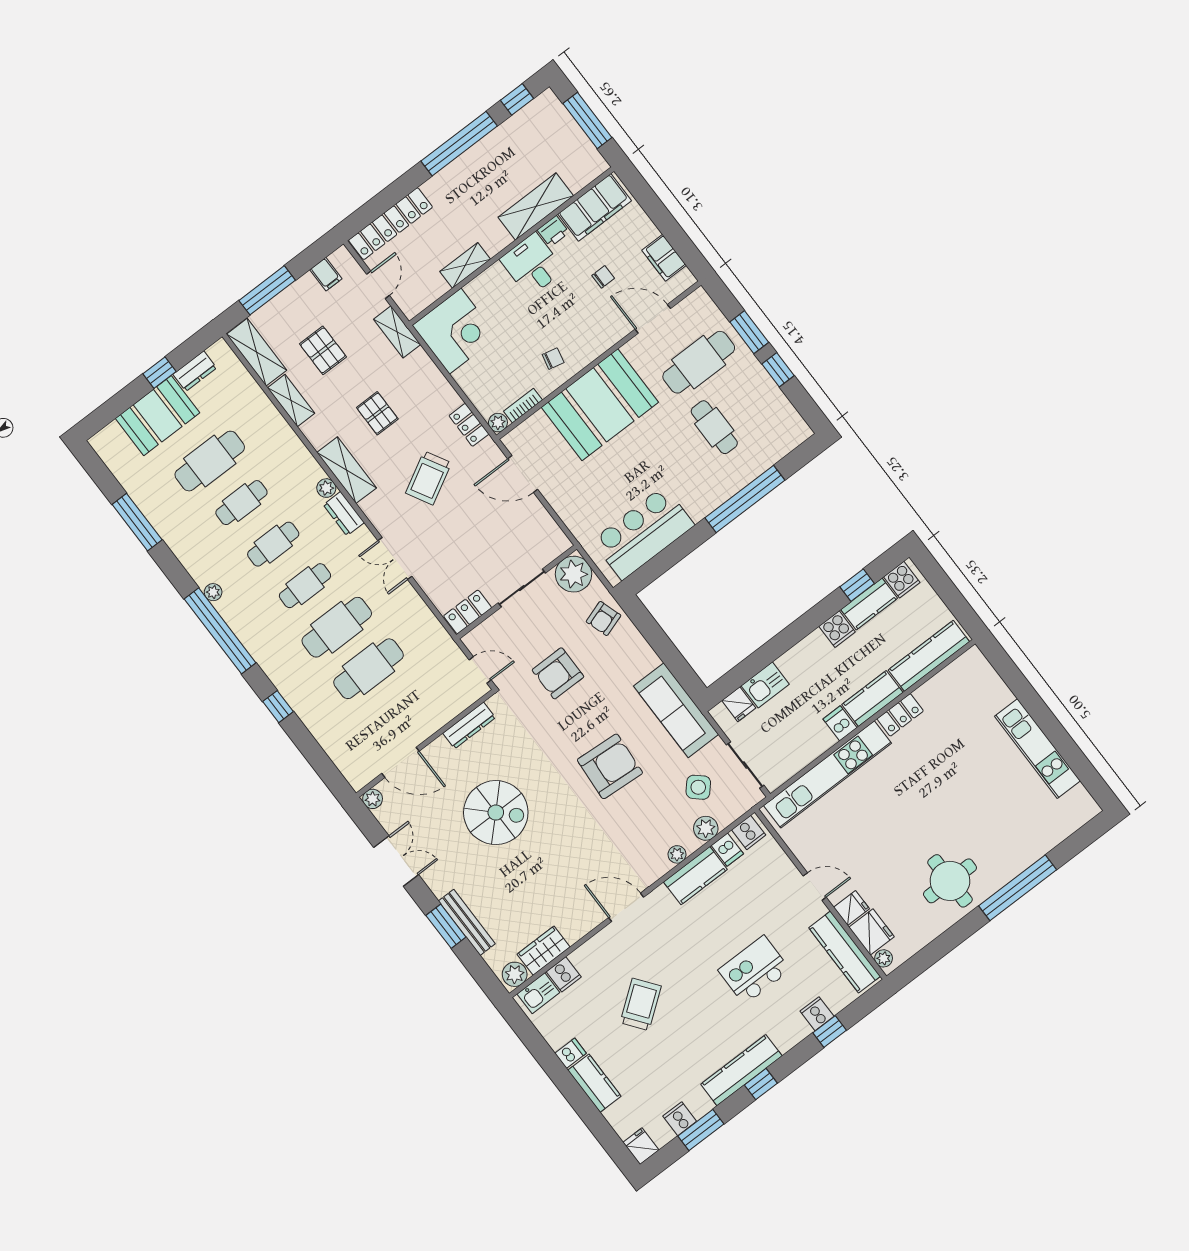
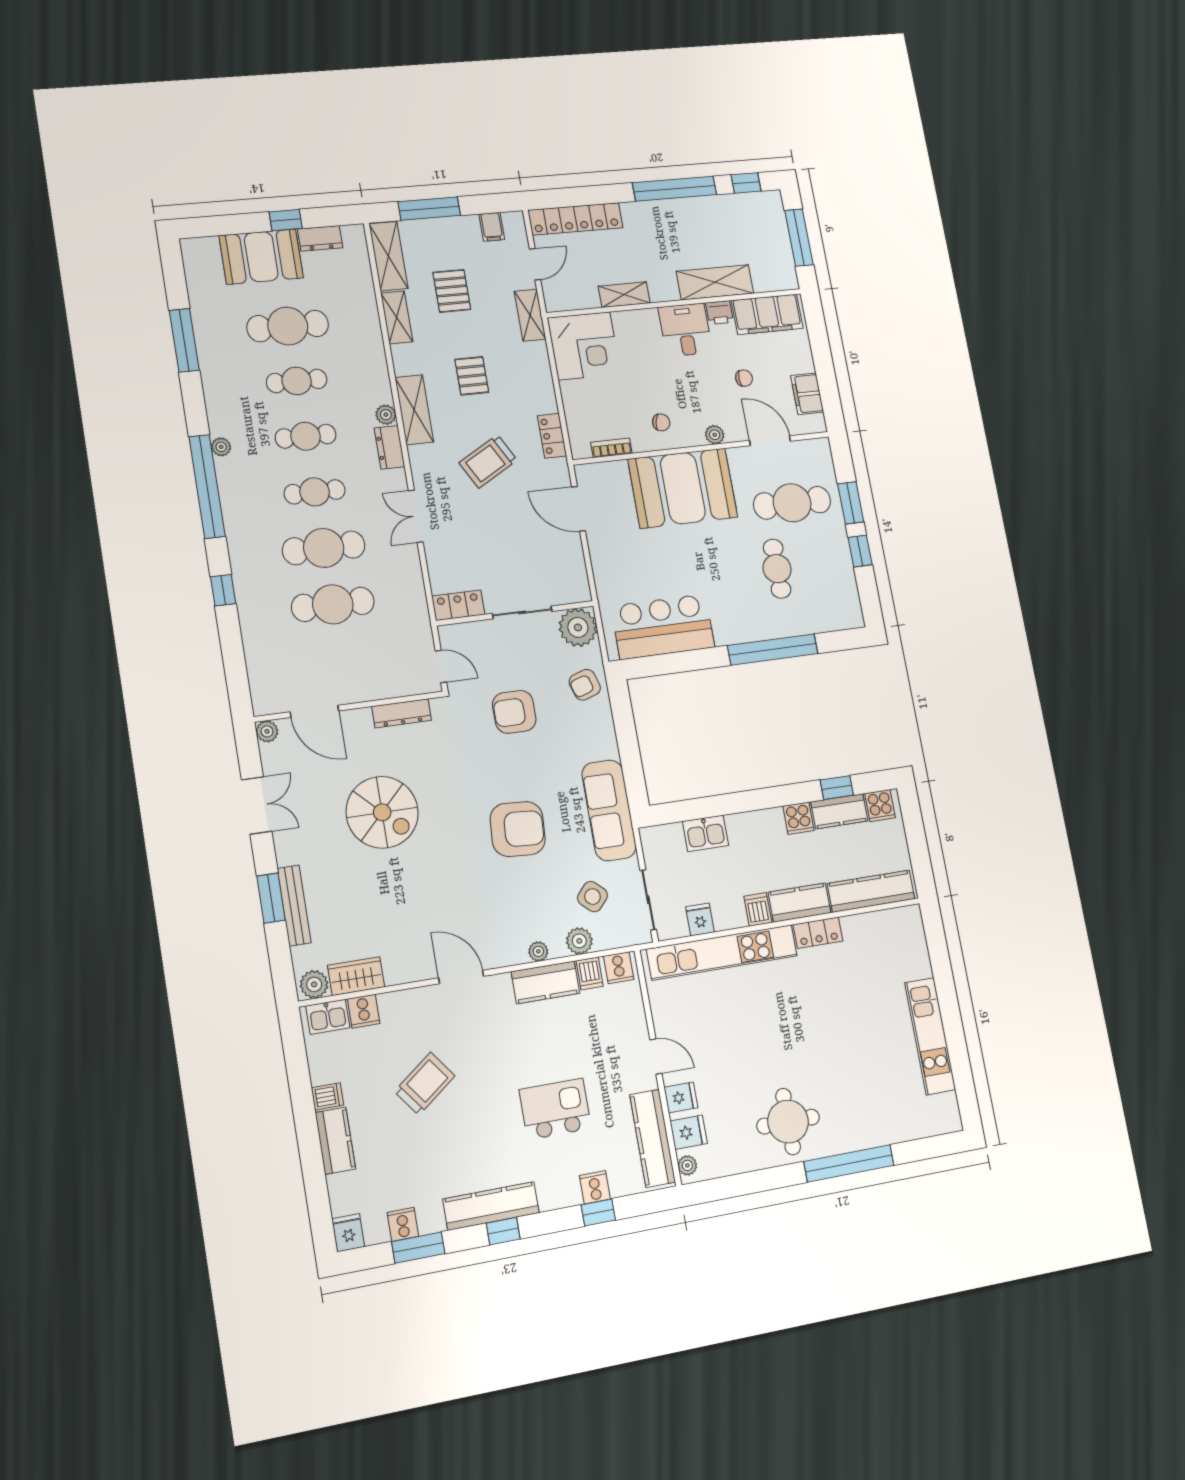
plant: (498, 423) -> (715, 435), moved
fridge: (739, 704) -> (700, 920), moved, turned 180
fridge: (872, 932) -> (689, 1132), width x0.72

